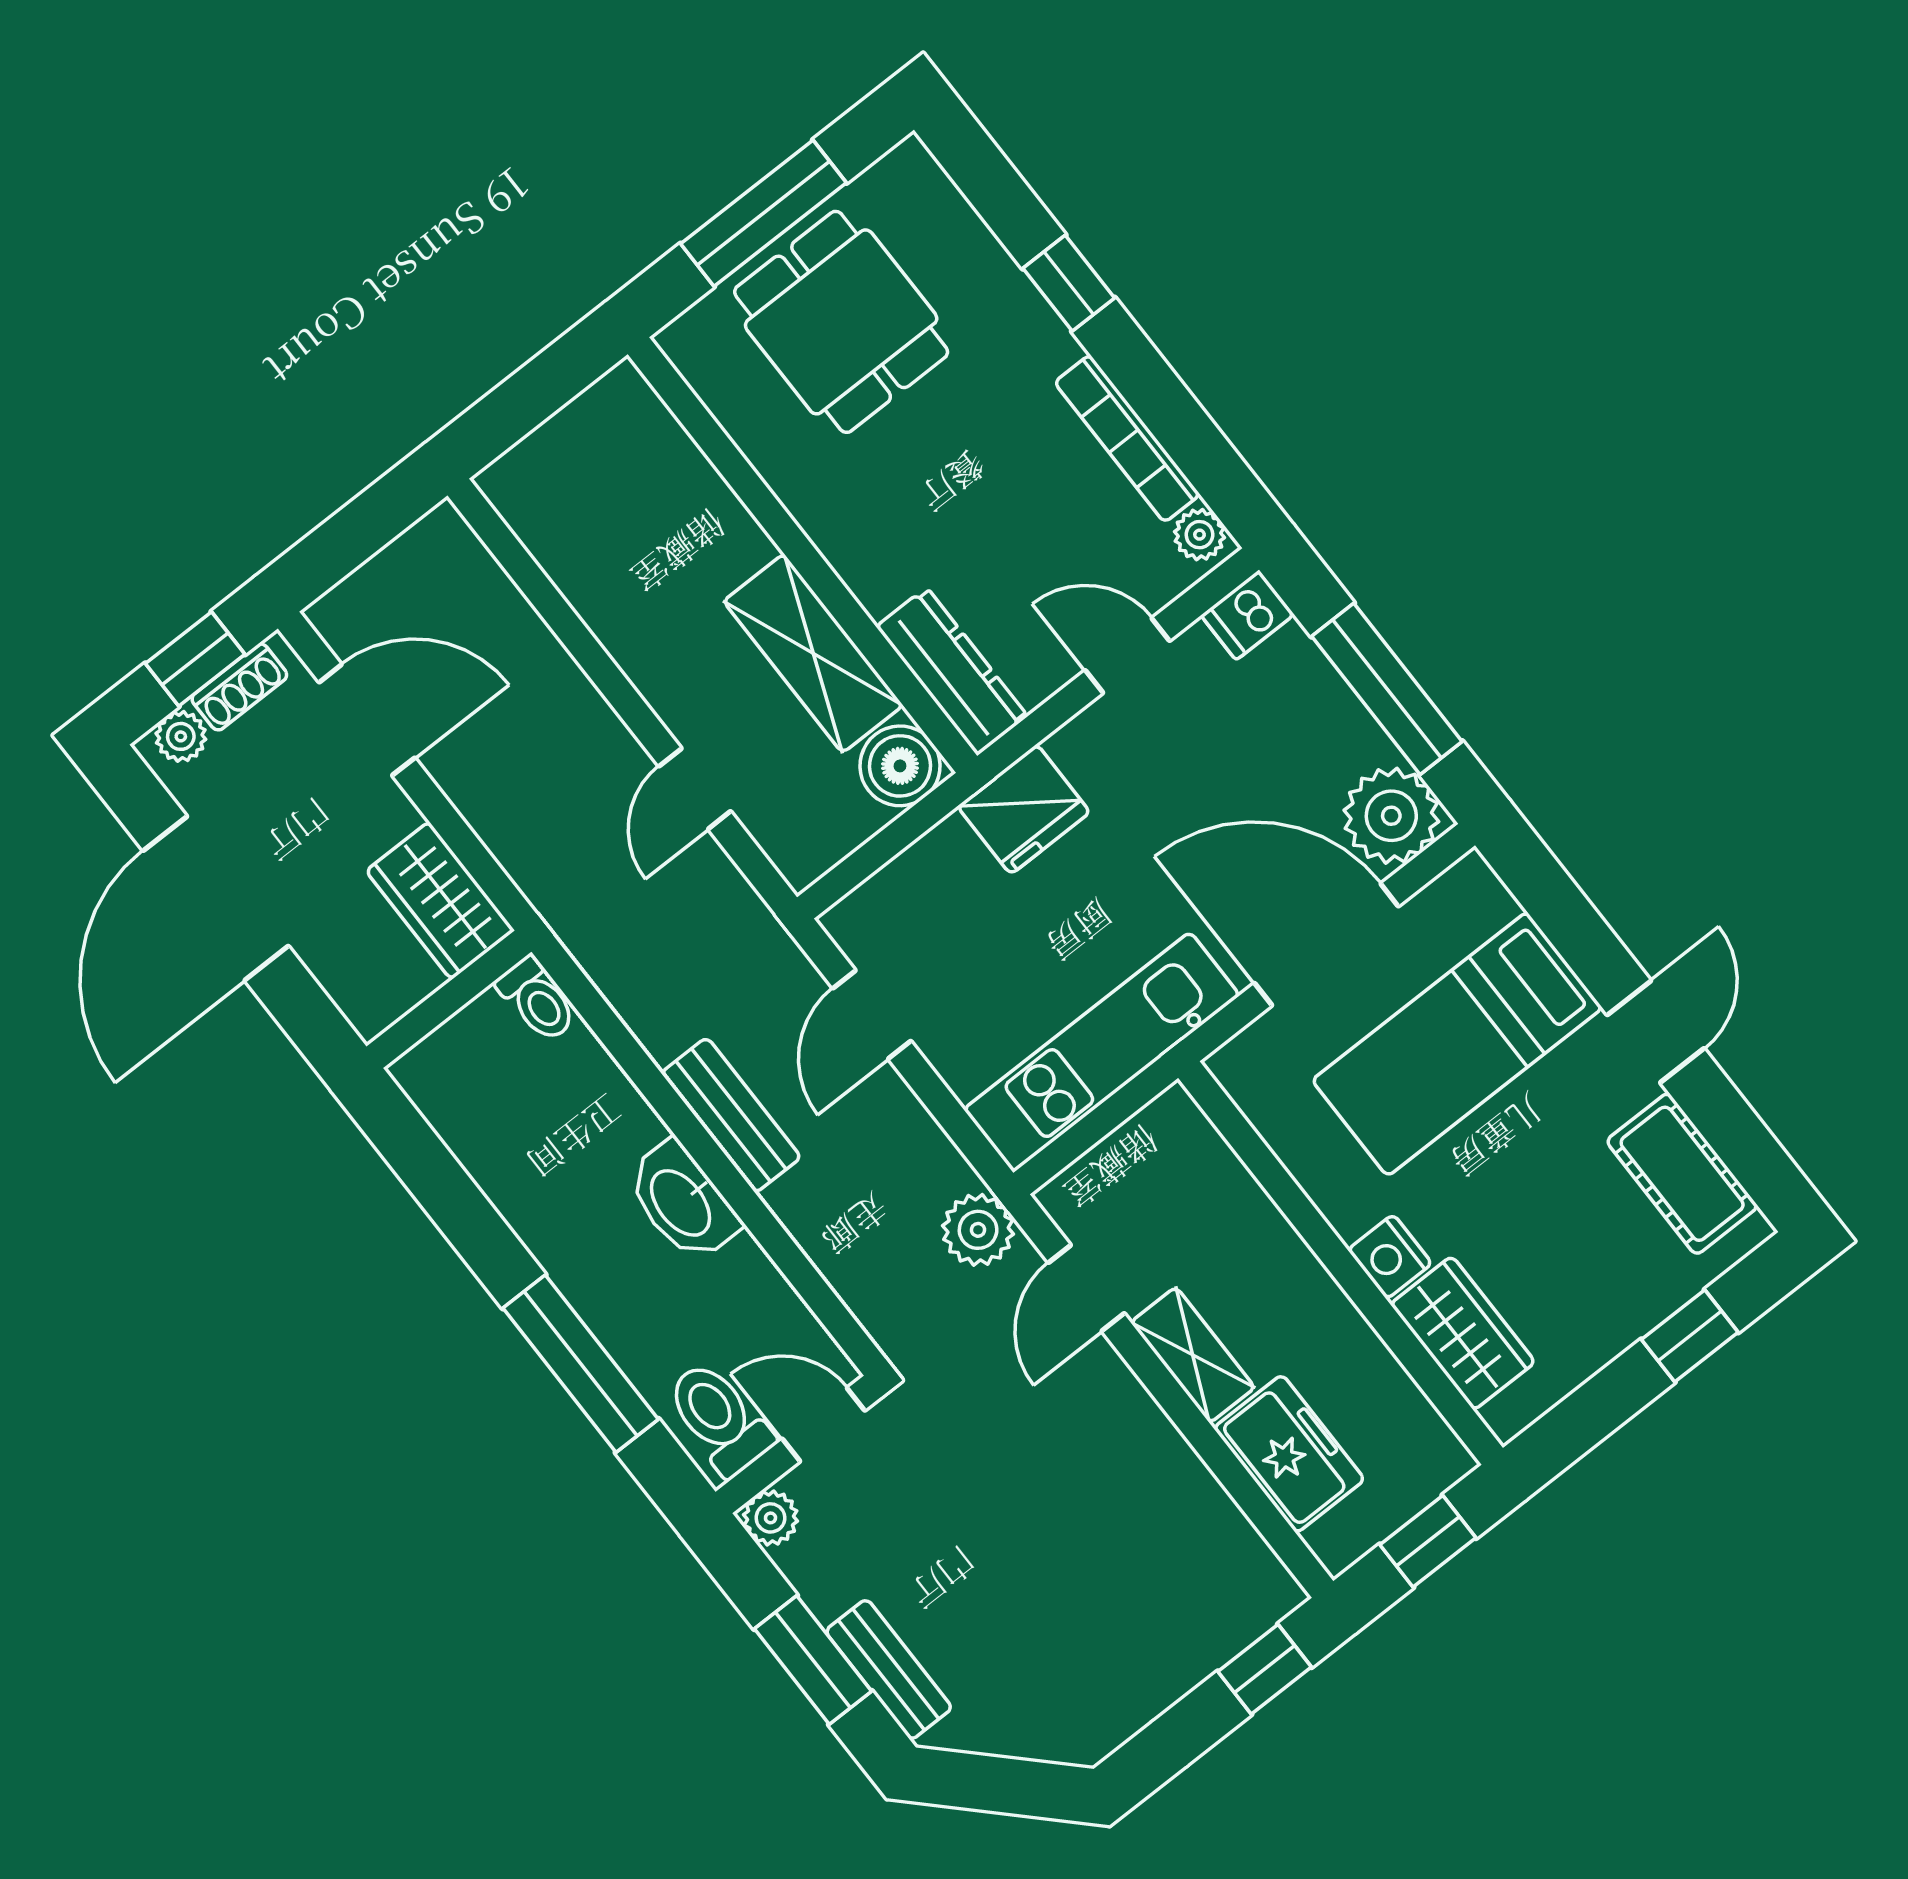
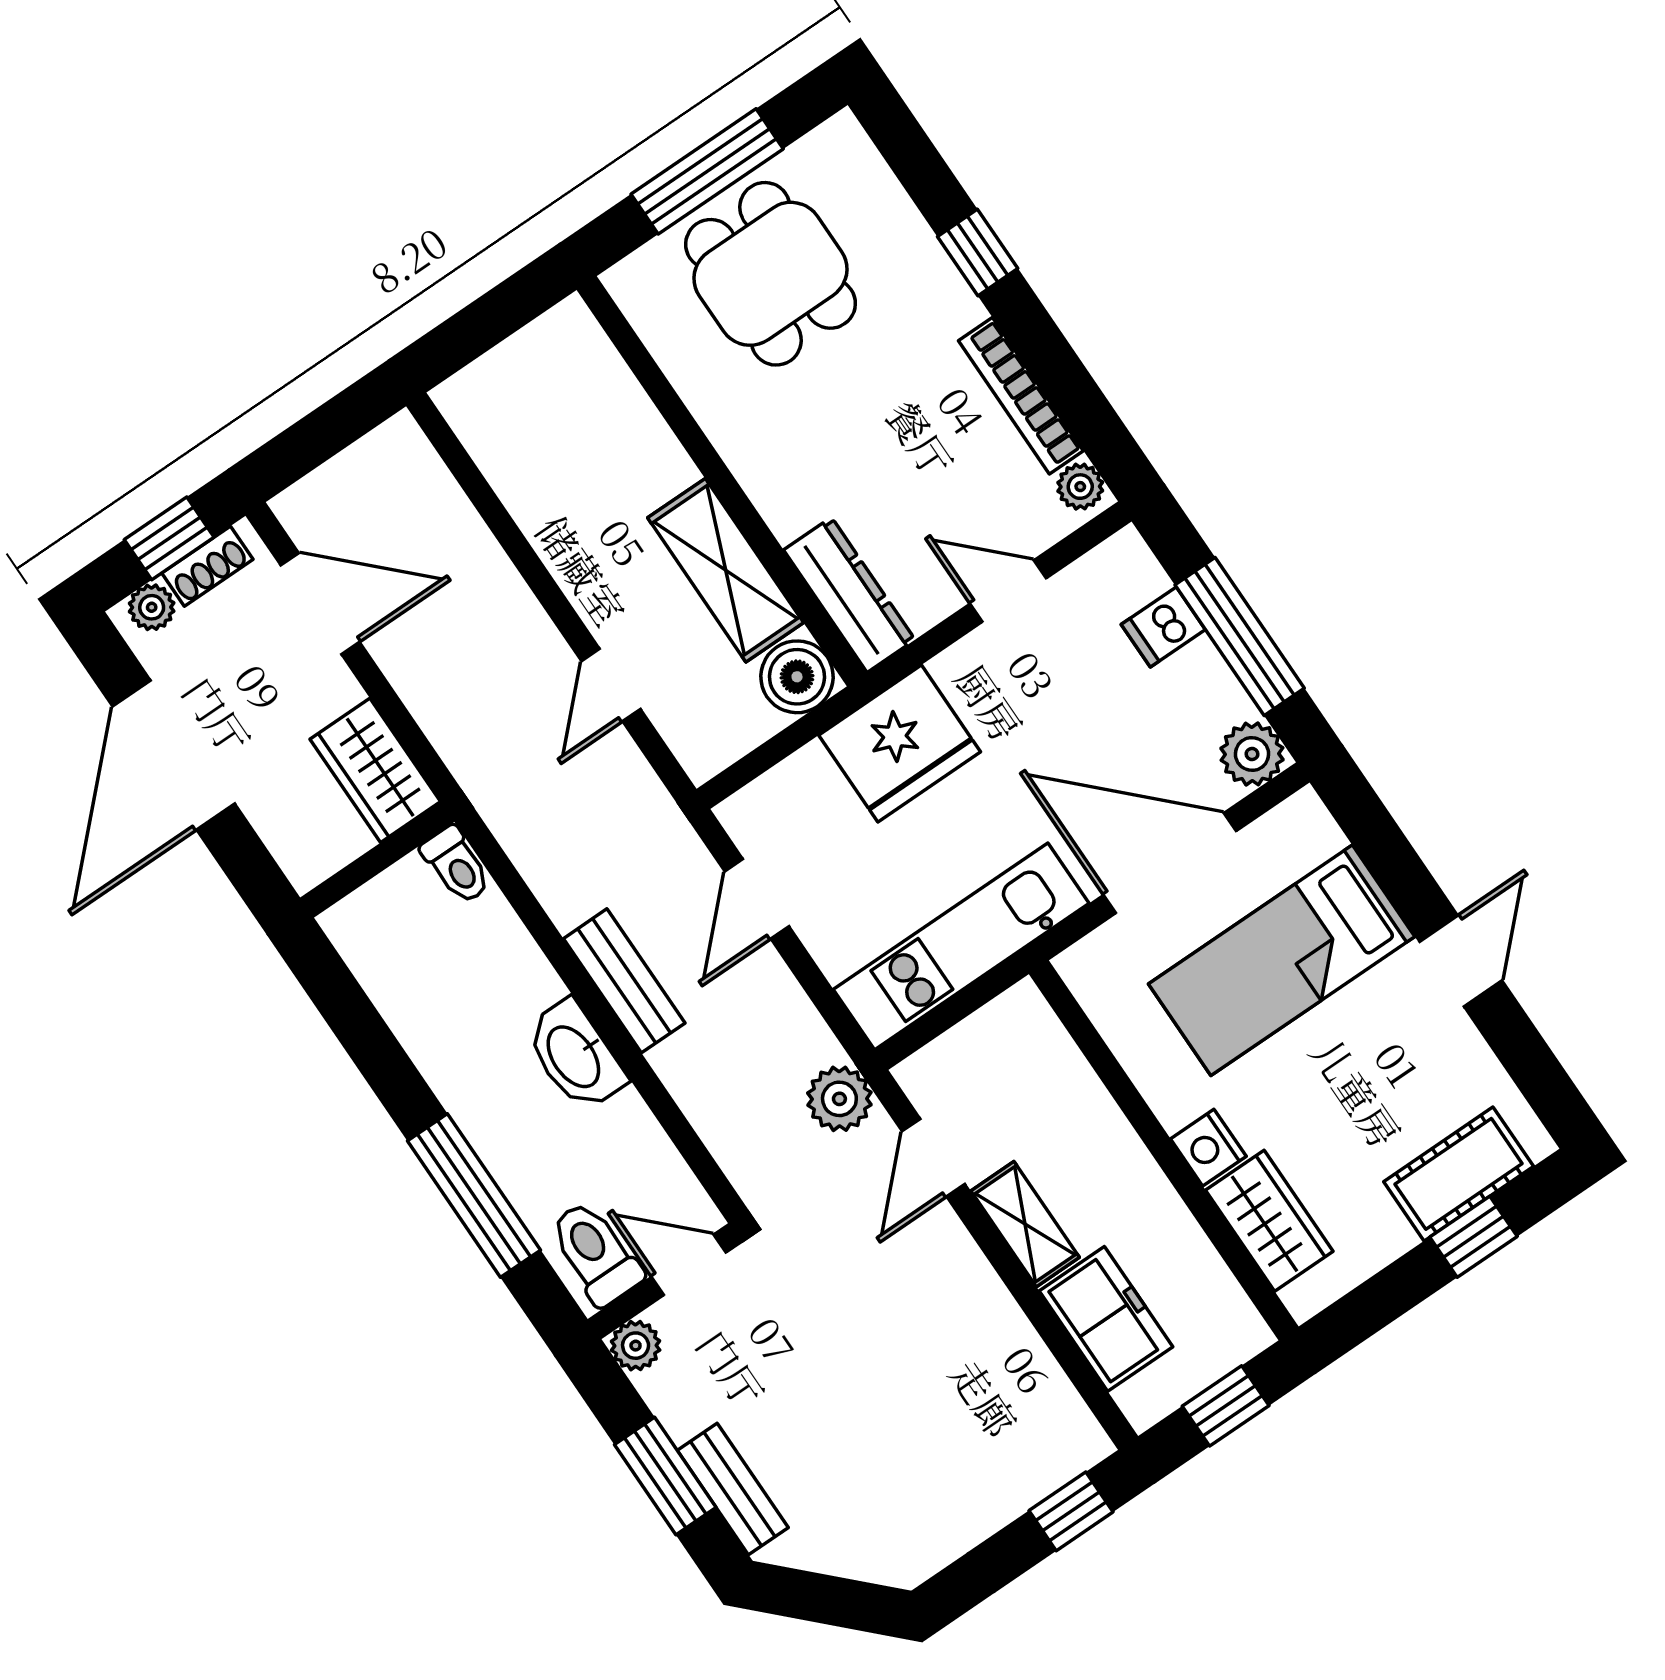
dishwasher: (1248, 615) -> (1163, 627), moved
fridge: (1024, 809) -> (900, 744), width x1.36, depth x1.34
plant: (1391, 816) -> (1252, 754), width x0.73, depth x0.73
cot: (1682, 1174) -> (1459, 1174), moved, turned 90

